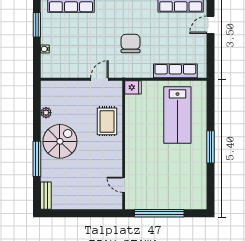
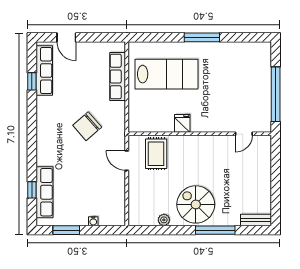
chair: (131, 44) -> (87, 126), turned -41
fridge: (133, 87) -> (182, 123), moved
rug: (107, 121) -> (156, 154), moved, turned 90

